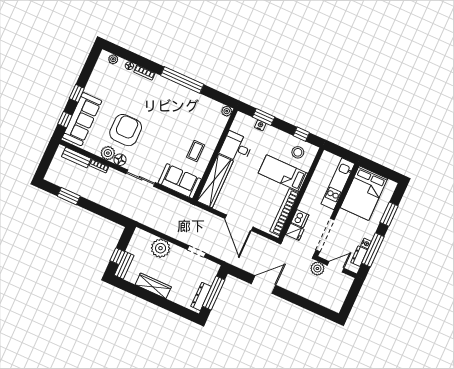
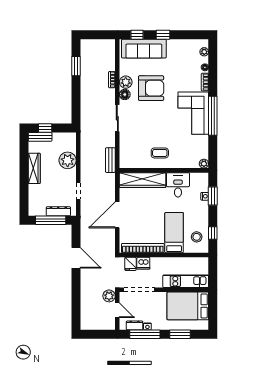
corner sofa: (171, 99) -> (193, 113), added
bench: (76, 158) -> (110, 160), moved
sofa: (180, 181) -> (129, 151), removed
dresser: (201, 296) -> (58, 211), moved

